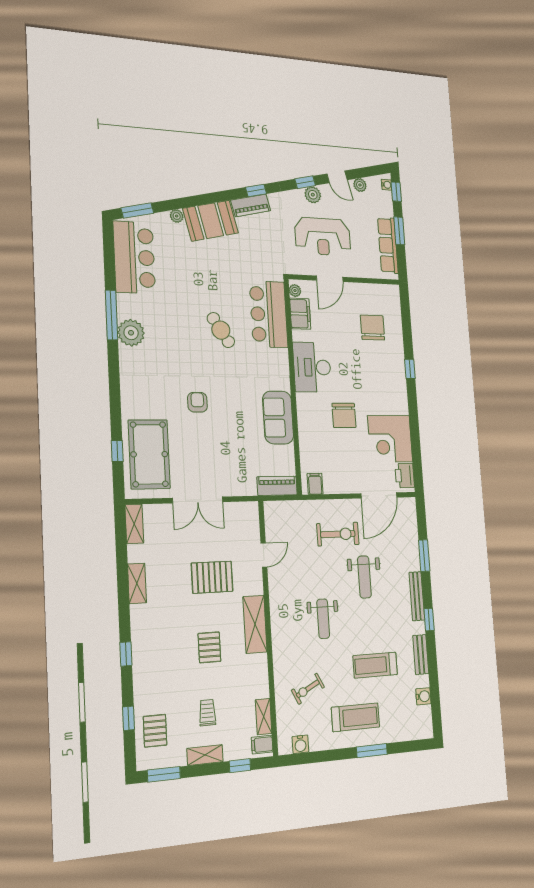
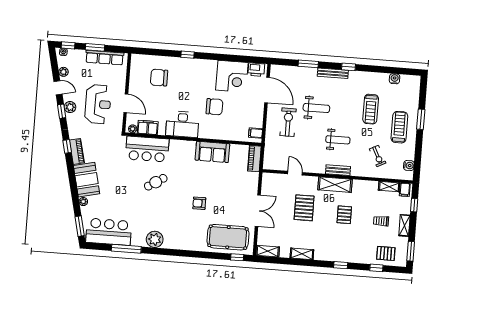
door: (337, 177) -> (58, 88), hinge flipped
window: (111, 315) -> (126, 249), moved
window: (117, 451) -> (237, 257), moved
pallet: (209, 647) -> (344, 215), turned 90
bench: (421, 655) -> (338, 170), moved

